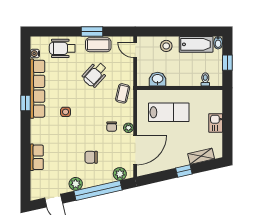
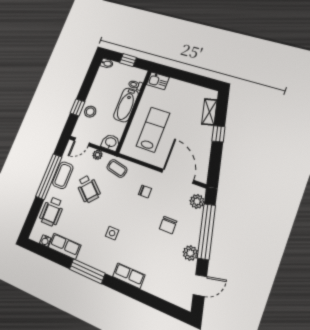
window: (92, 32) -> (49, 177), width x2.11
window: (166, 32) -> (77, 107), added
bathtub: (196, 44) -> (126, 105), moved, turned 180
washbasin: (158, 79) -> (111, 142), moved, turned 90
row of seats: (37, 89) -> (65, 246), width x0.50
window: (25, 103) -> (87, 271), width x2.17
kitchen sink: (216, 123) -> (158, 81), moved
plant: (128, 128) -> (97, 155), moved
row of seats: (37, 157) -> (129, 276), moved

